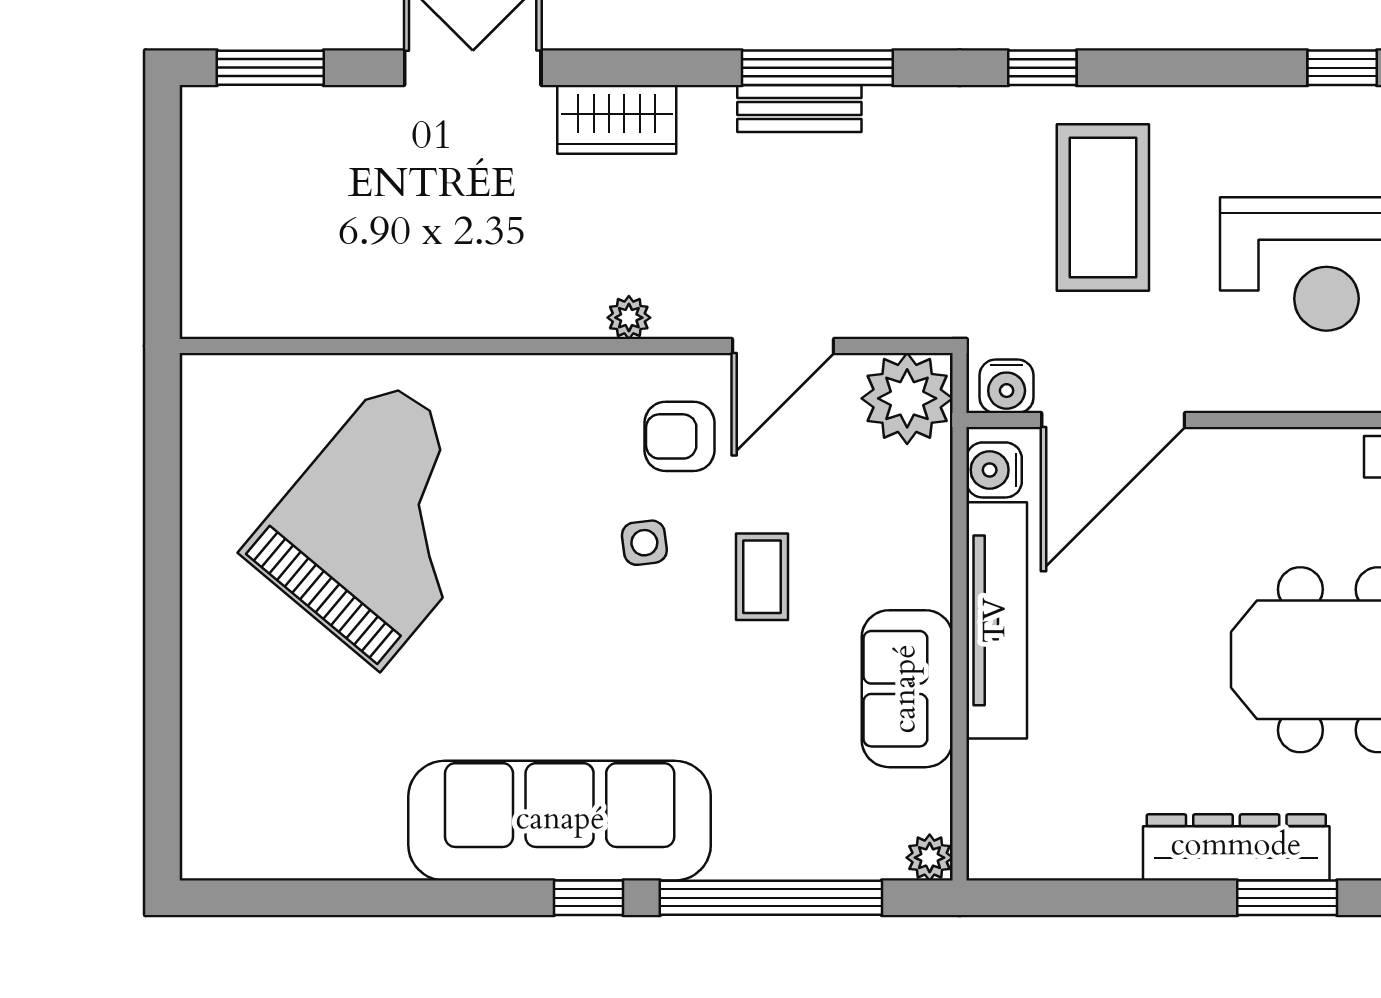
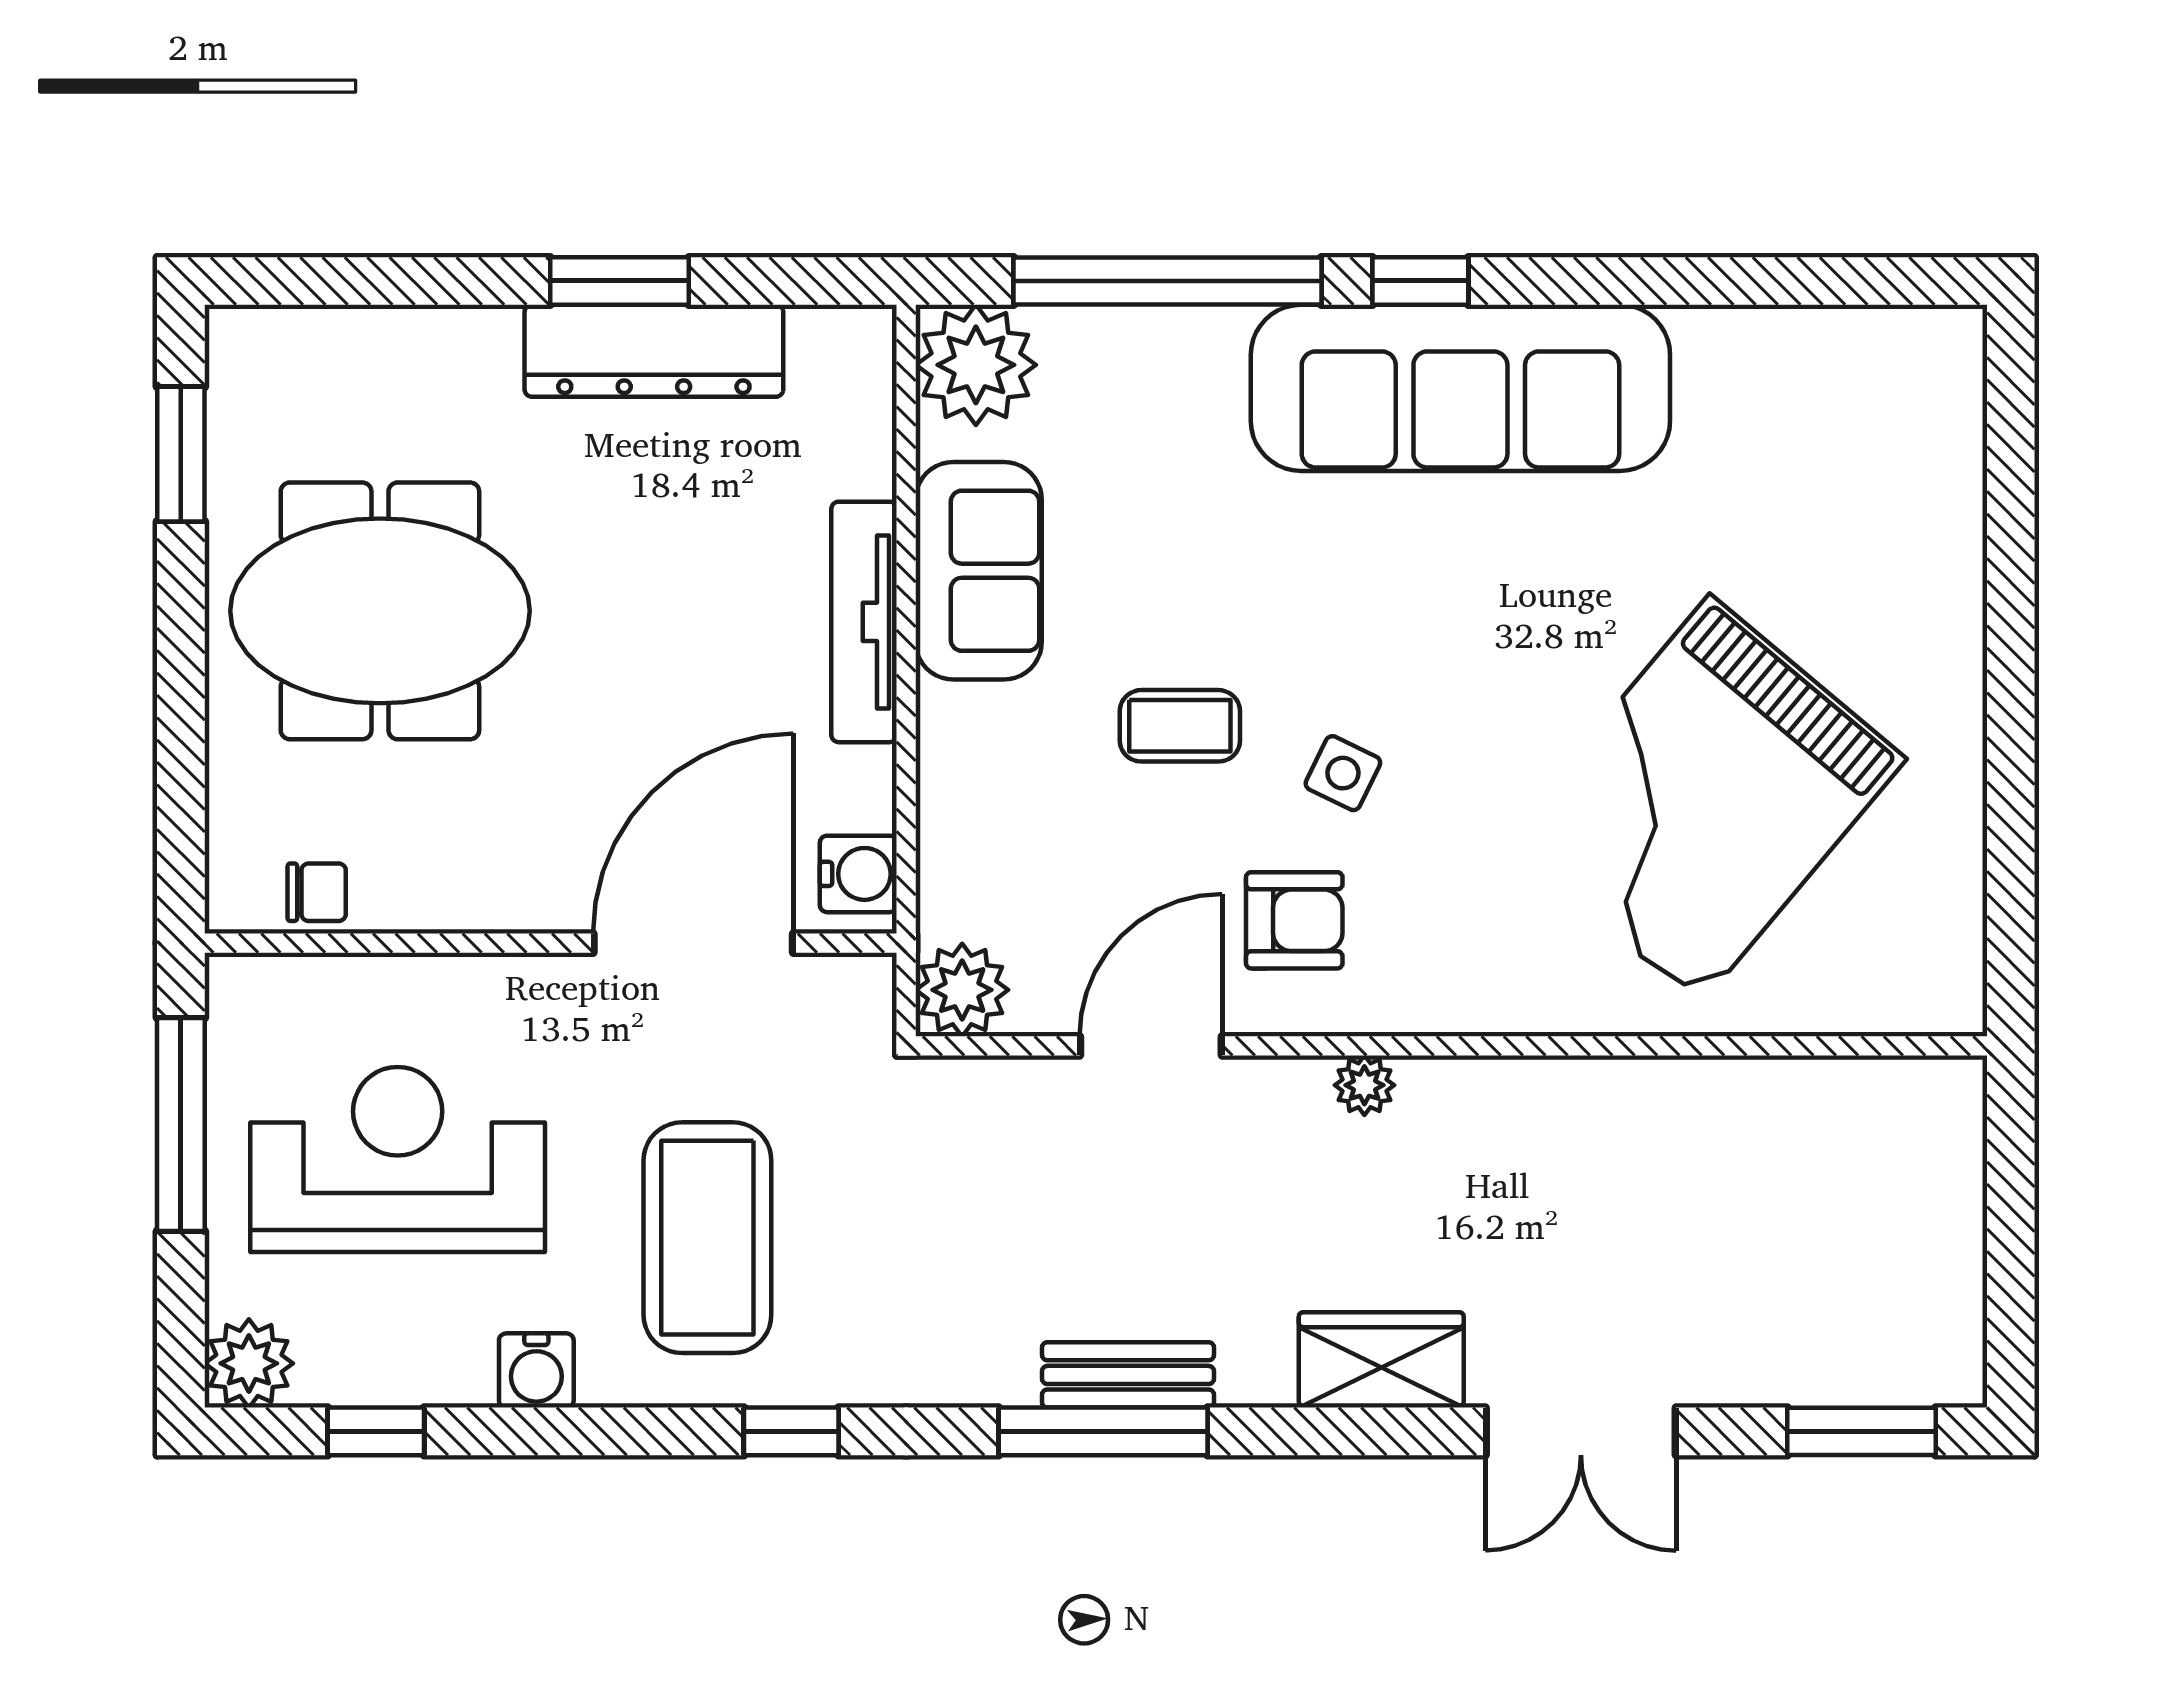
water cooler: (1007, 386) -> (536, 1370), moved, turned 180
plant: (907, 398) -> (962, 990), width x0.73, depth x0.73
side table: (644, 543) -> (1343, 773), turned 33
coffee table: (762, 577) -> (1180, 726), turned 90
tv unit: (997, 620) -> (864, 622), width x0.73, depth x0.78
dresser: (1236, 847) -> (654, 351), moved
plant: (930, 858) -> (976, 365), width x1.87, depth x1.87
window: (1287, 898) -> (619, 281), moved

